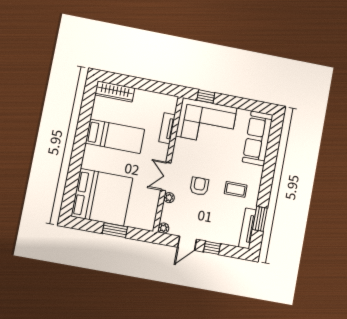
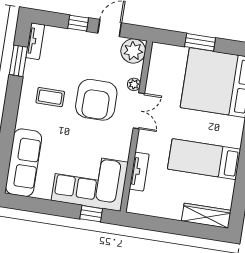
armchair: (199, 186) -> (96, 100), width x1.88, depth x1.88
plant: (163, 228) -> (133, 51), width x1.87, depth x1.87
tv unit: (247, 228) -> (35, 41), width x0.71

